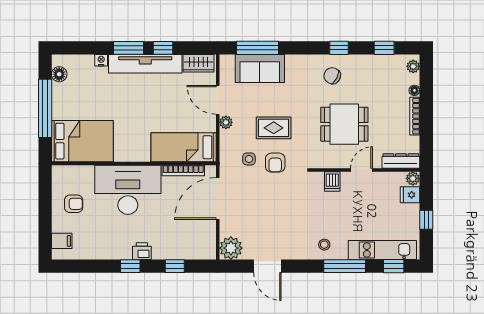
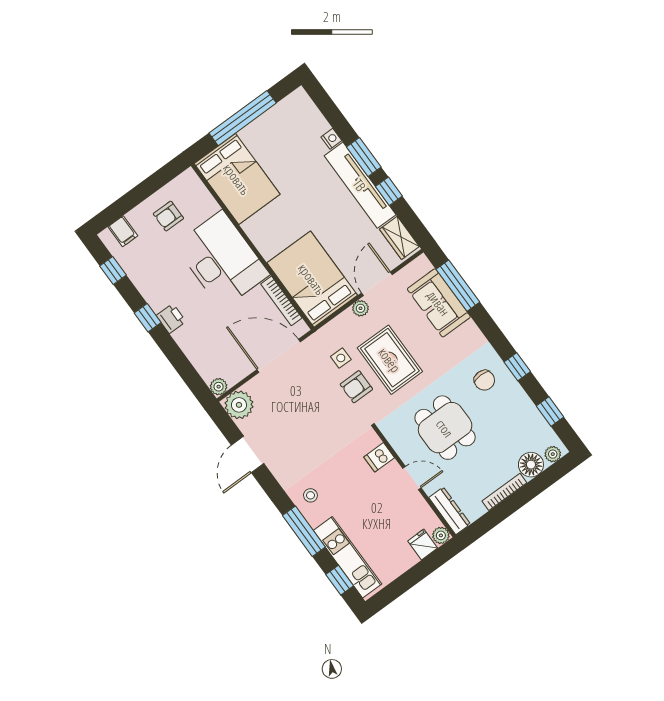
floor lamp: (59, 74) -> (287, 107), removed
chair: (332, 76) -> (484, 380), turned 152
floor lamp: (414, 90) -> (531, 465), width x1.89, depth x1.89
rug: (274, 128) -> (390, 360), width x1.36, depth x1.43
bed: (184, 147) -> (312, 279), width x1.50
armchair: (74, 204) -> (168, 216), turned 90
window: (426, 220) -> (409, 579), removed
plant: (209, 253) -> (219, 387), added
window: (175, 266) -> (113, 270), moved

